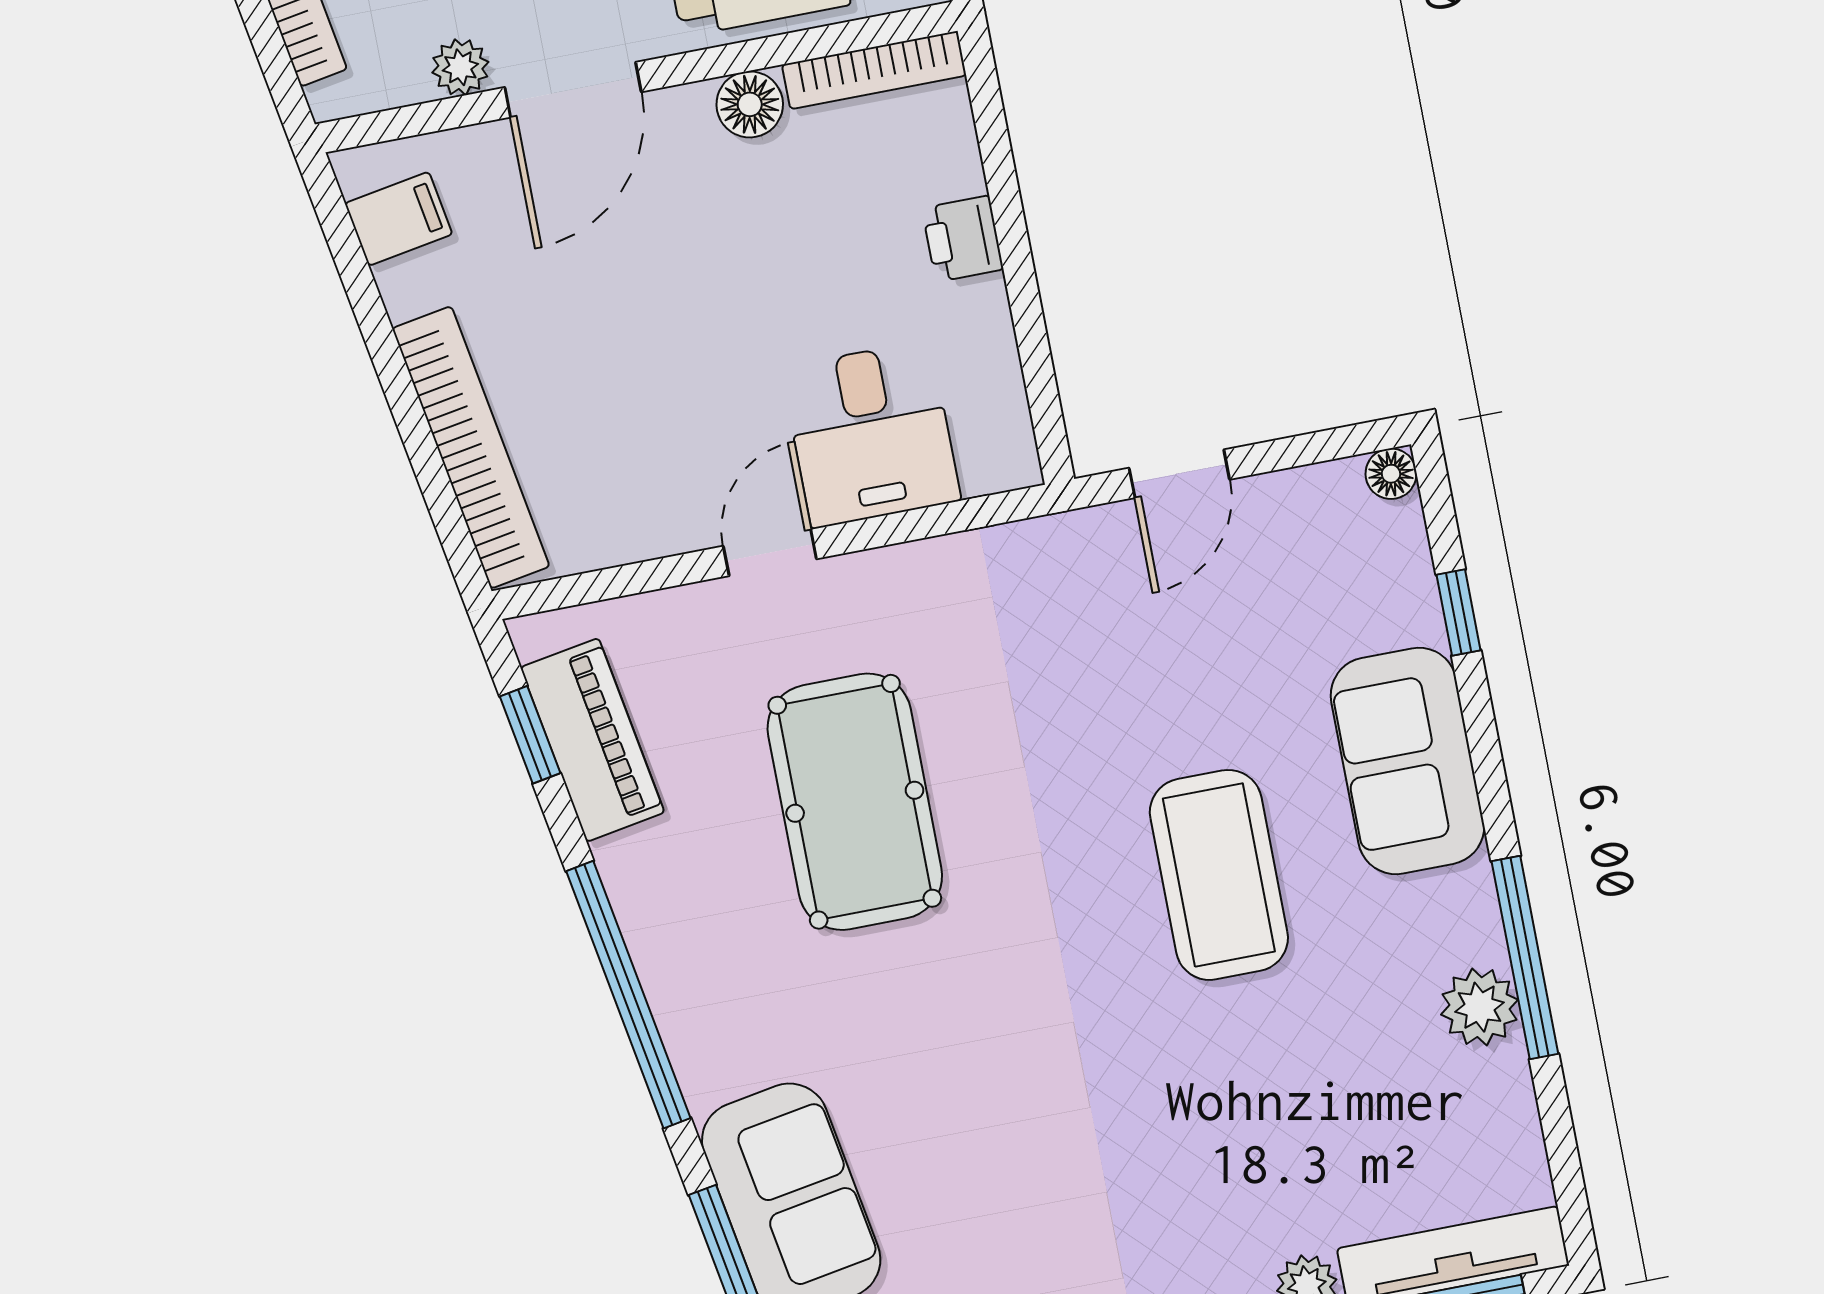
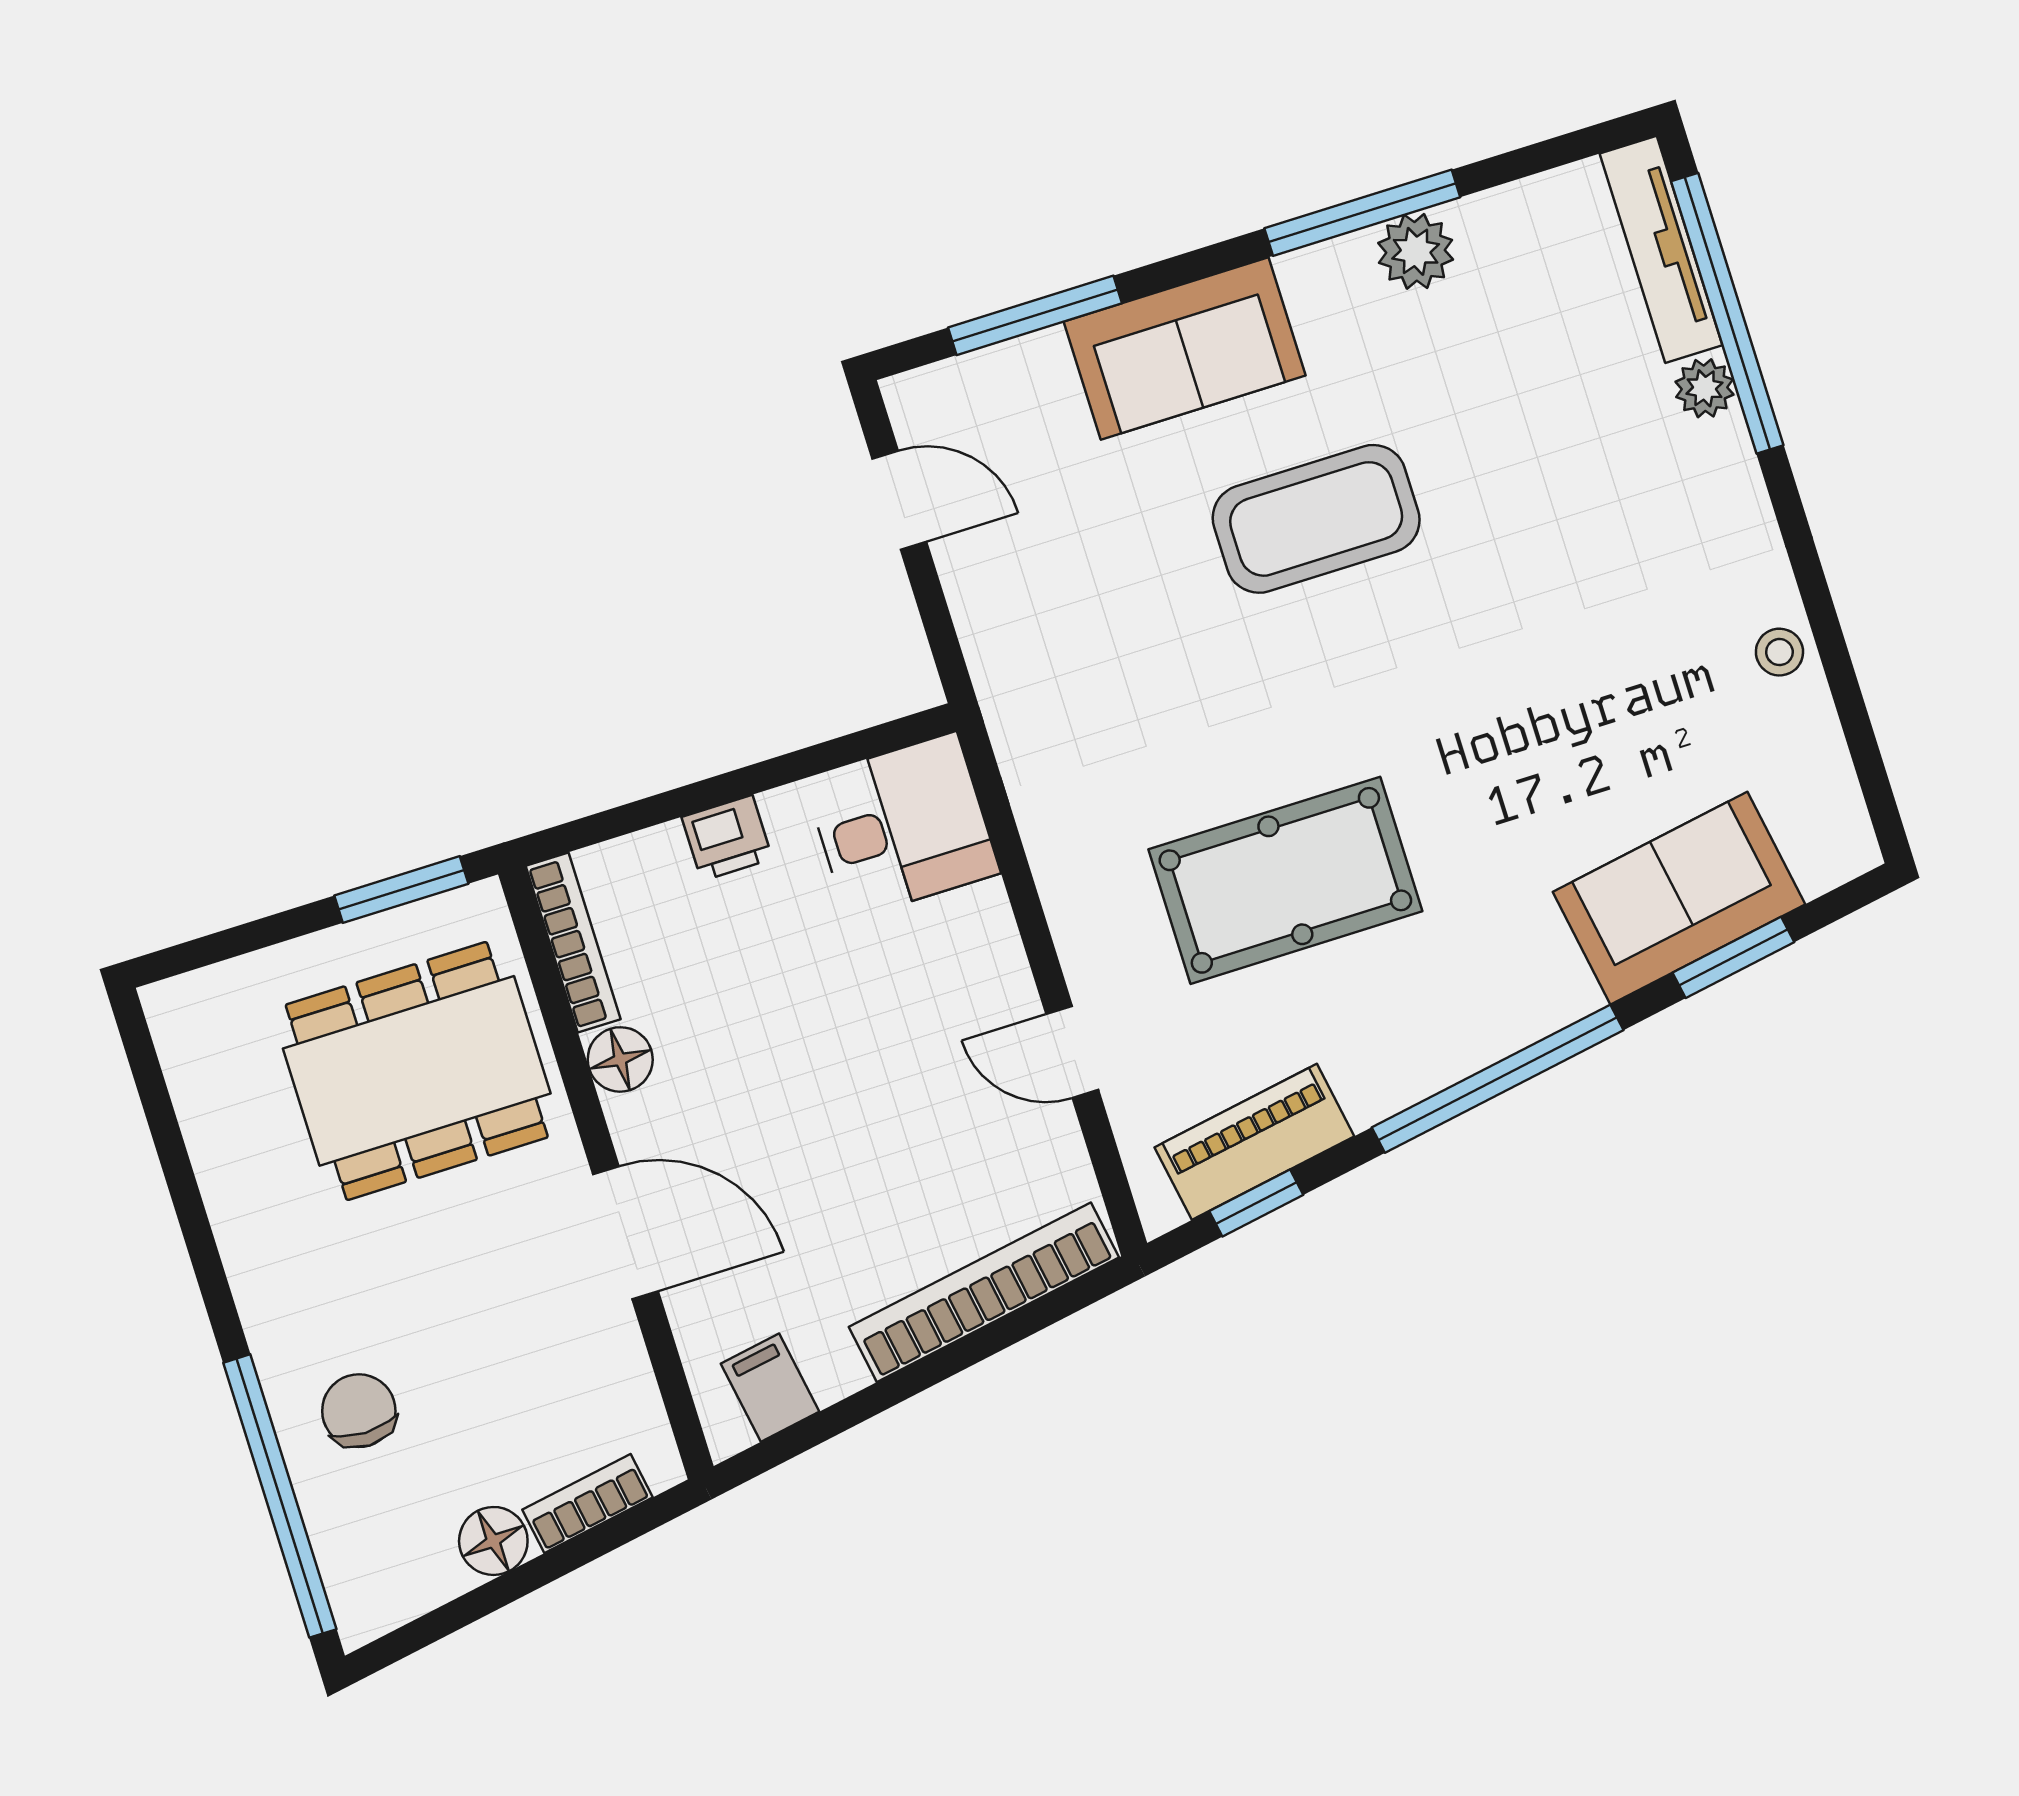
plant: (460, 67) -> (616, 1344), removed
desk: (871, 434) -> (902, 826), moved
door: (1179, 474) -> (899, 500), moved
floor lamp: (1391, 474) -> (908, 396), removed
door: (770, 553) -> (1072, 1052), moved
window: (1458, 613) -> (1035, 315), width x2.17

